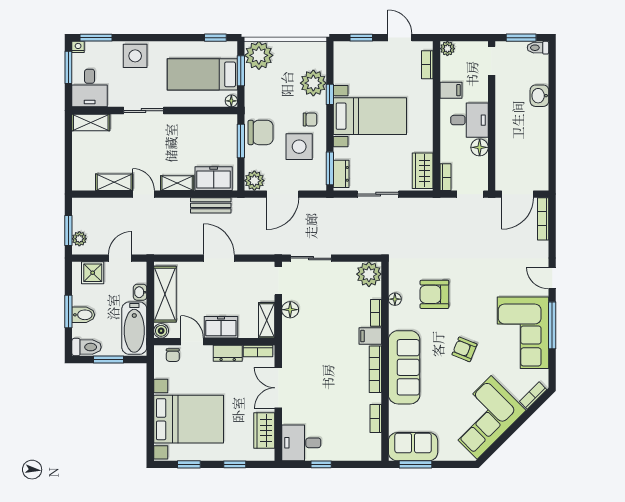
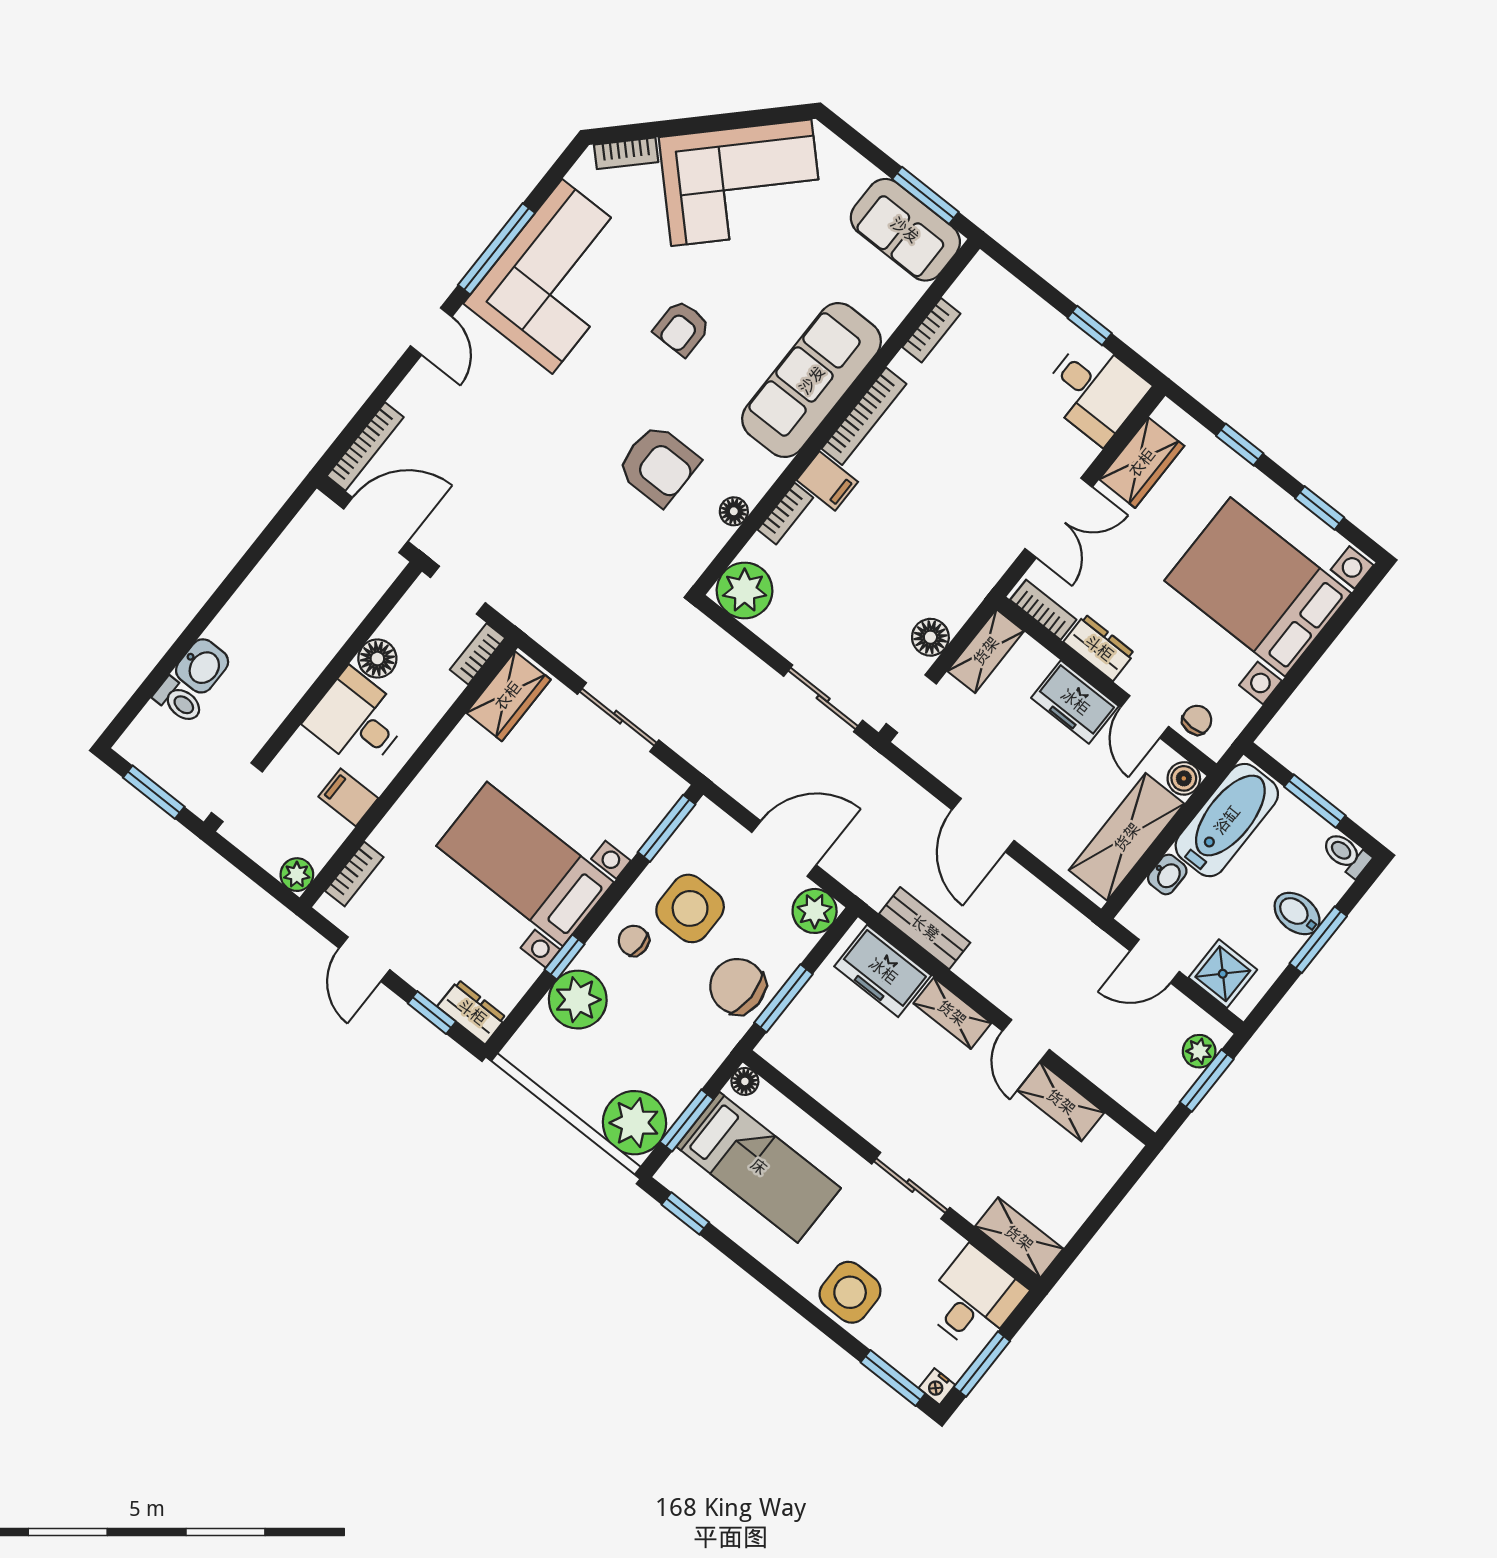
toilet: (538, 48) -> (179, 701), moved
dresser: (341, 174) -> (472, 1012), moved, turned 90
toilet: (87, 347) -> (1346, 854), width x0.73, depth x0.72
armchair: (464, 349) -> (682, 328), turned 68

